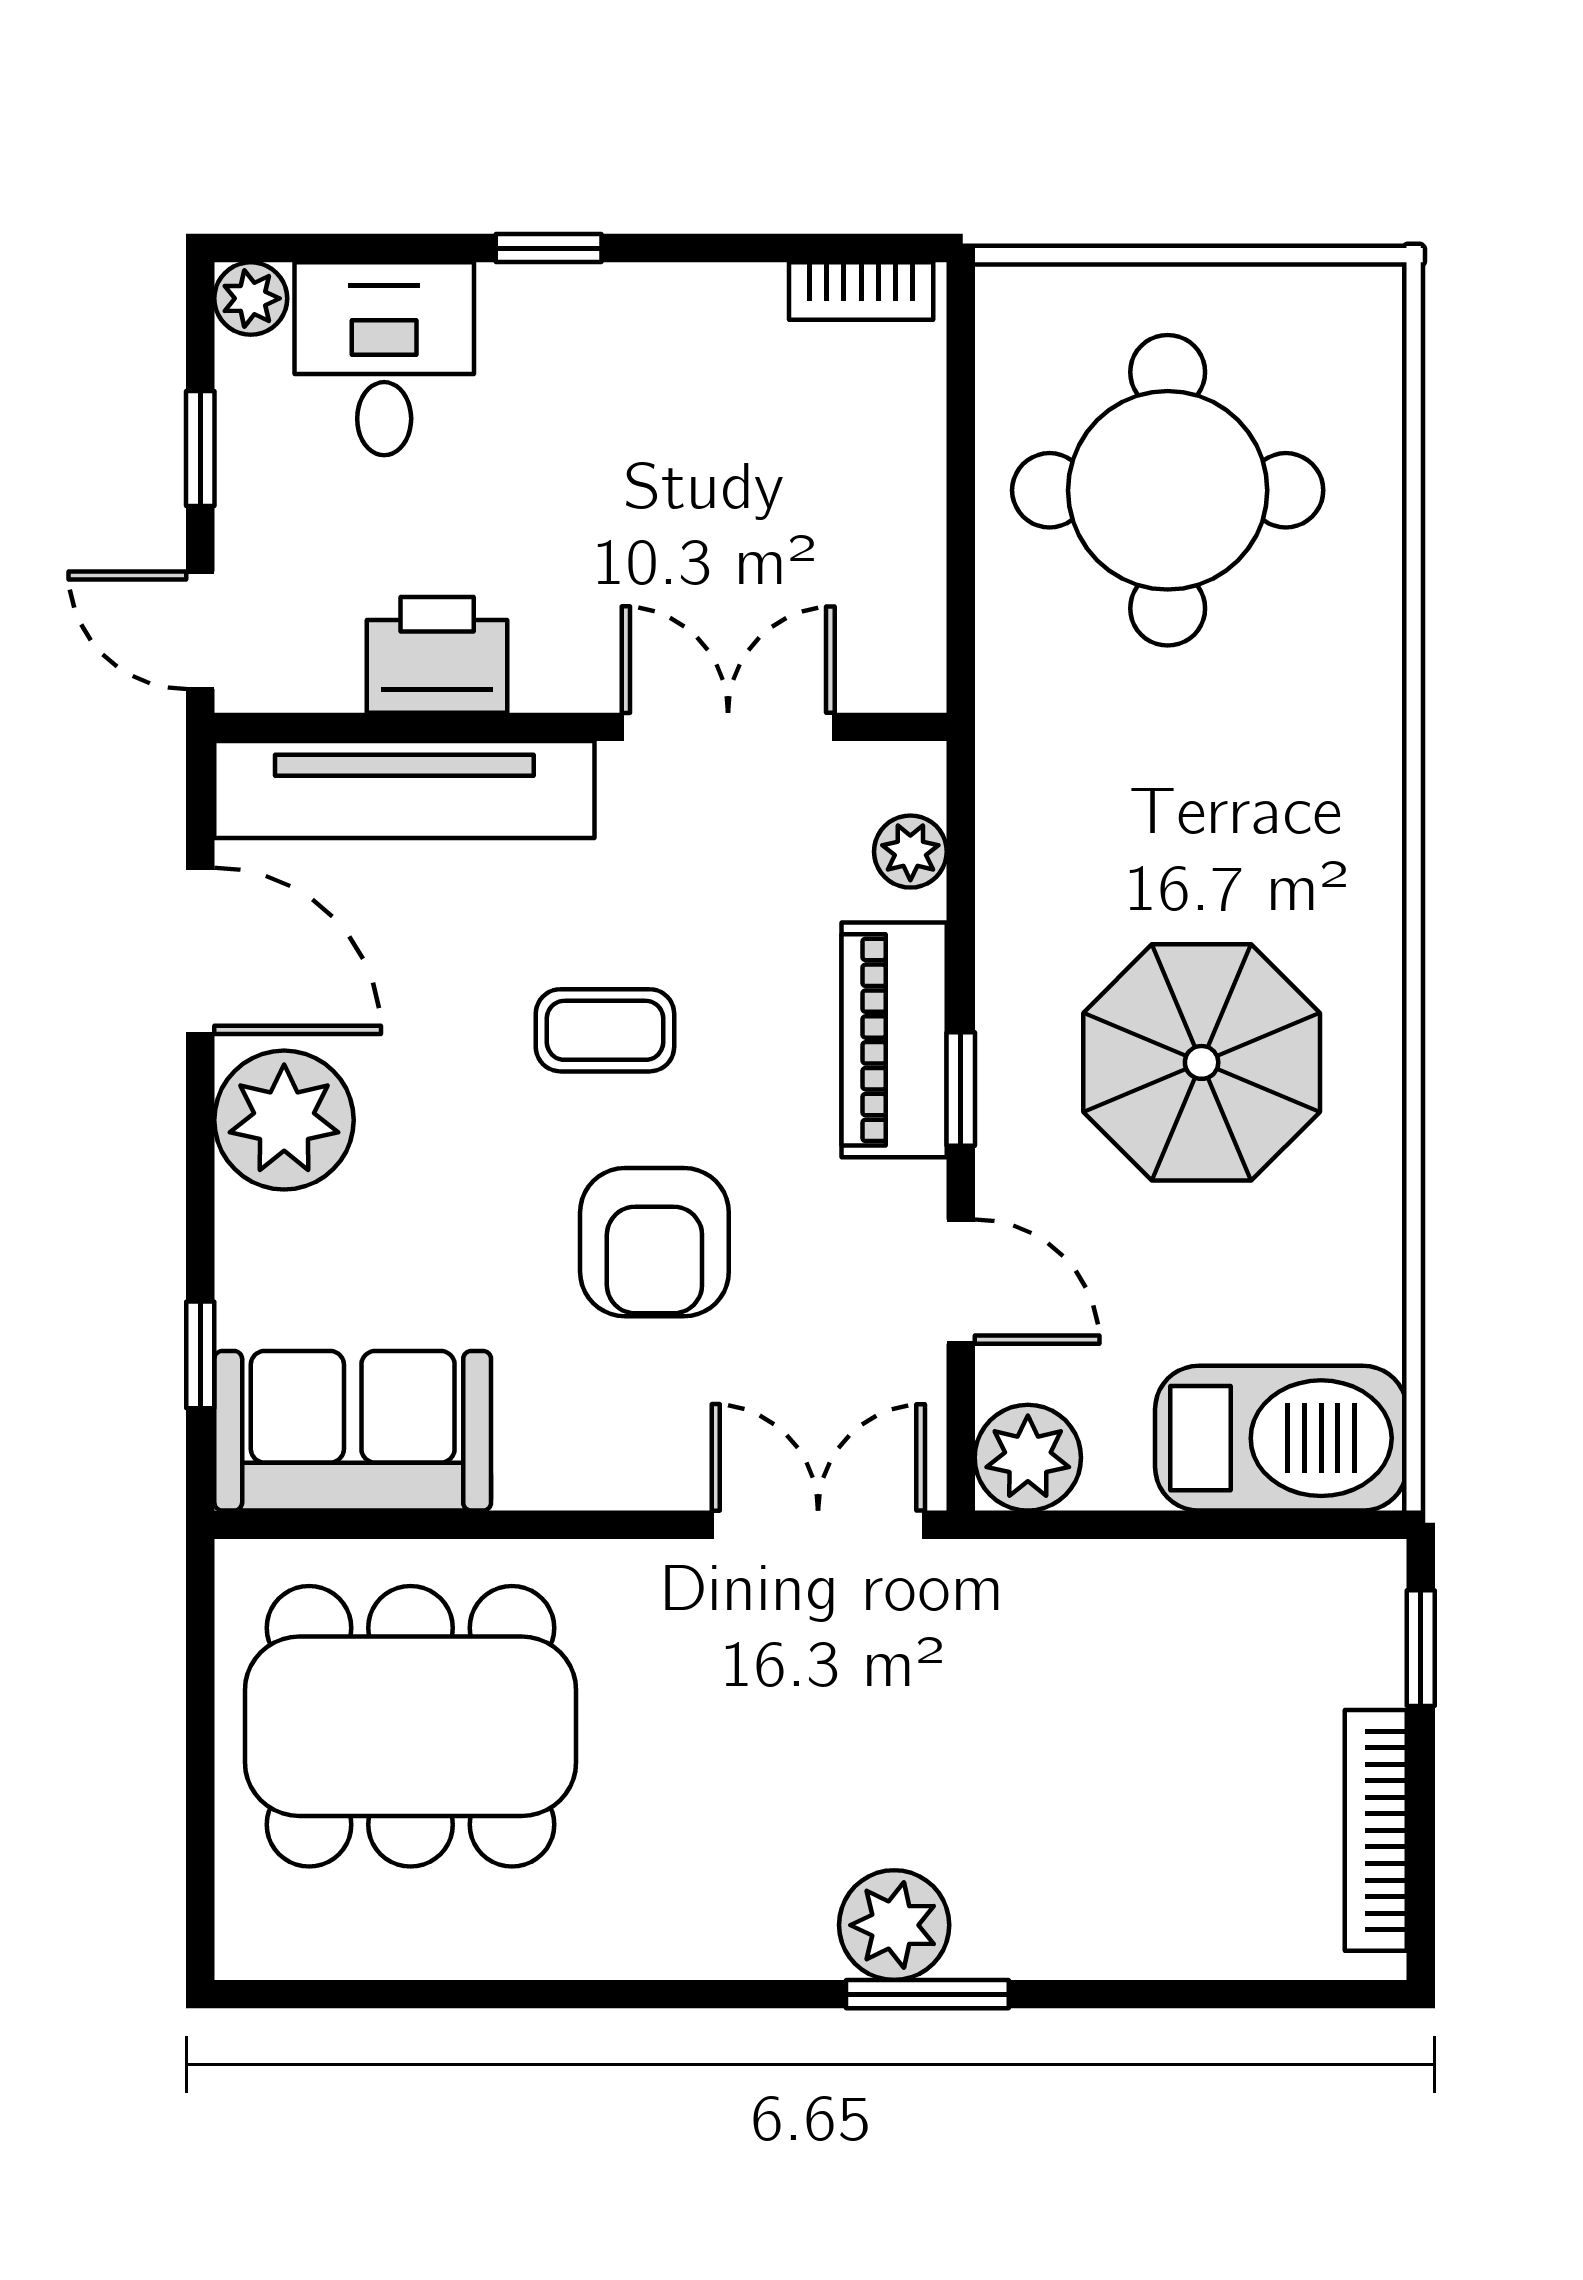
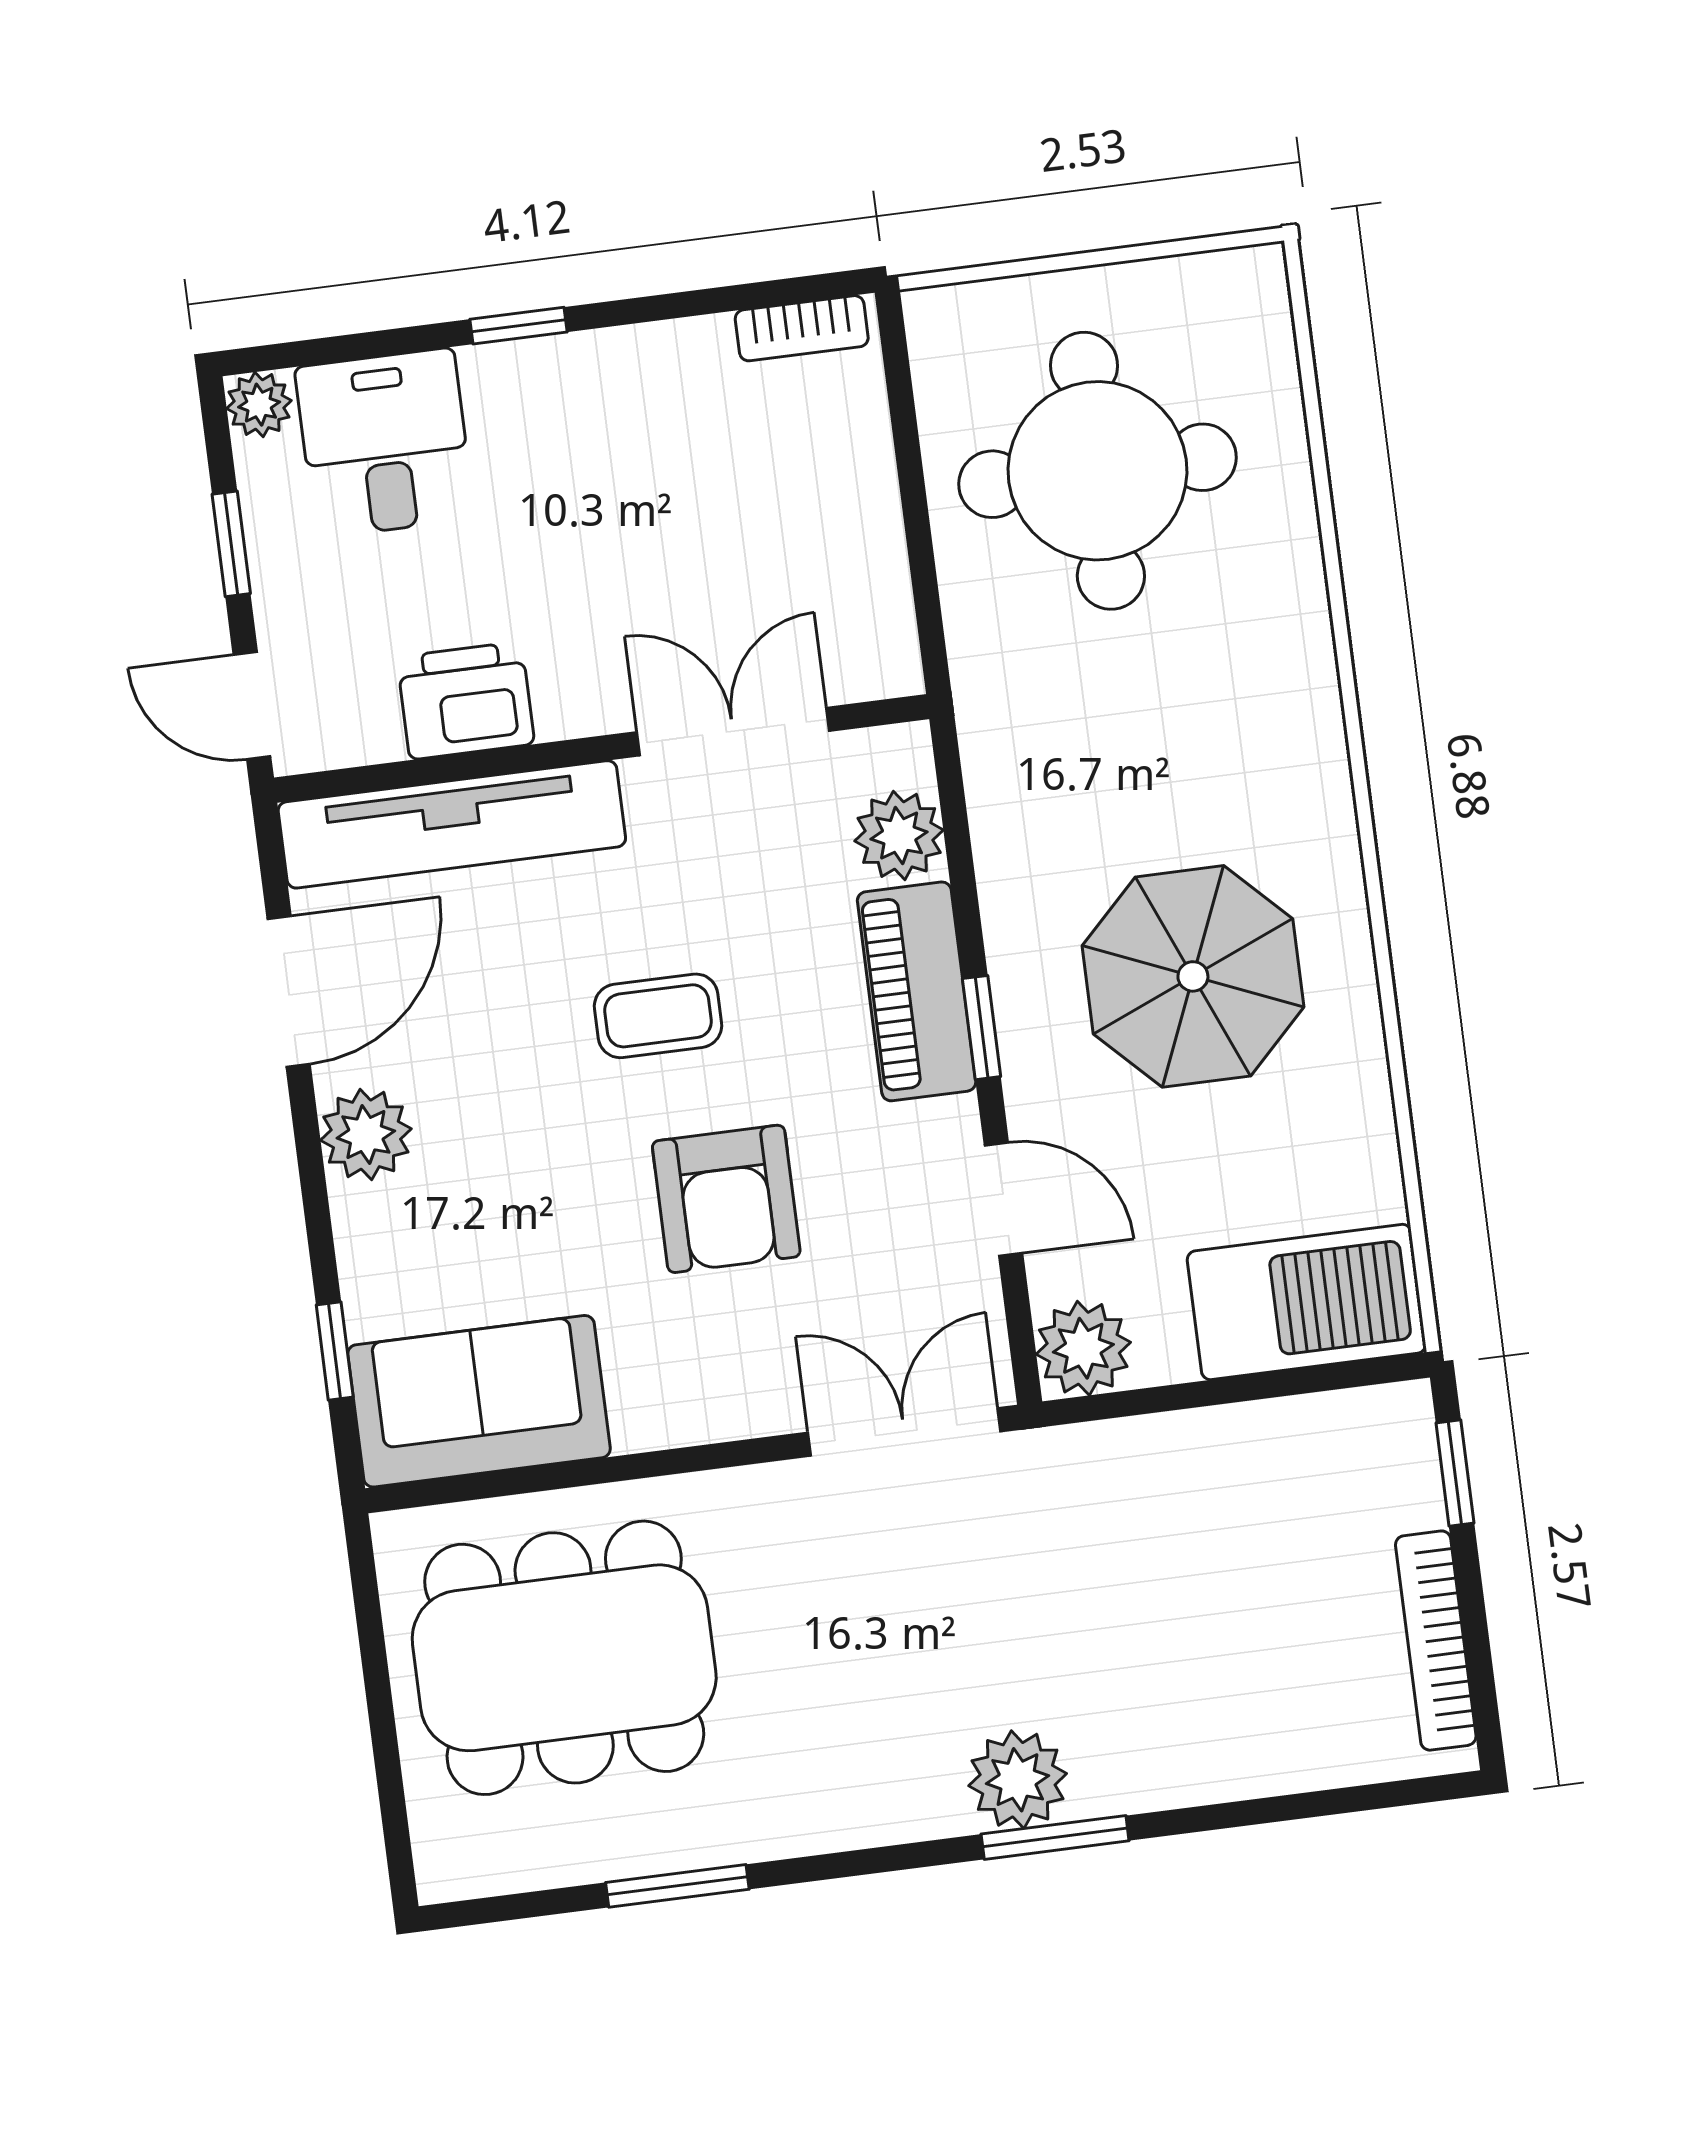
plant: (910, 852) -> (899, 835), width x1.38, depth x1.38
door: (200, 951) -> (289, 991), hinge flipped
plant: (284, 1120) -> (366, 1135), width x0.73, depth x0.73
window: (503, 1994) -> (677, 1886), added

